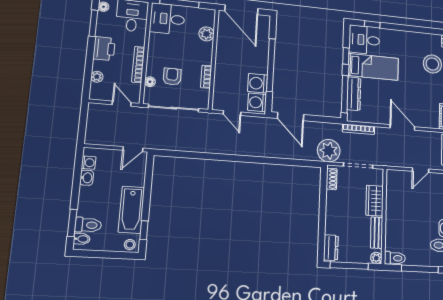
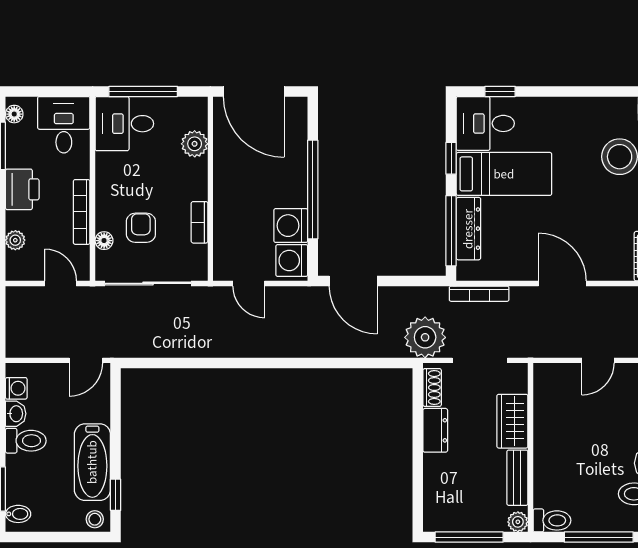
toilet: (88, 225) -> (26, 441), moved
dresser: (331, 248) -> (435, 430), moved

